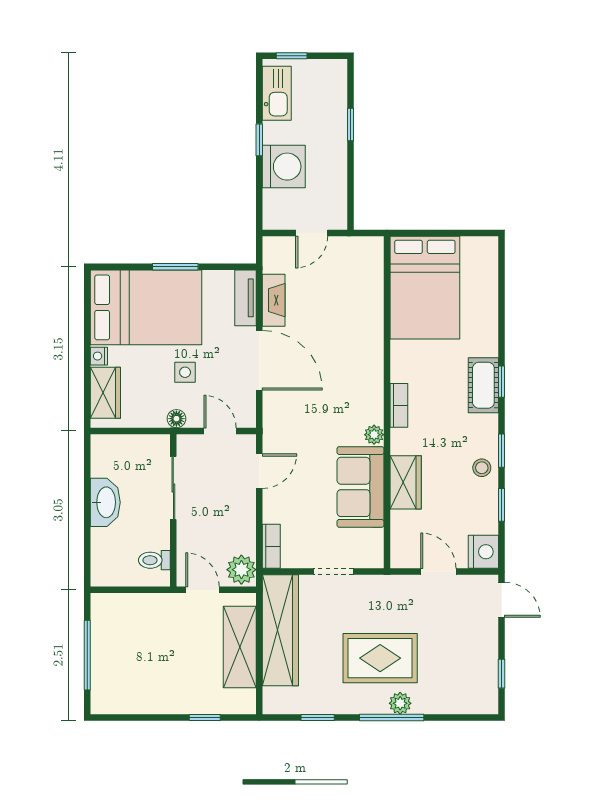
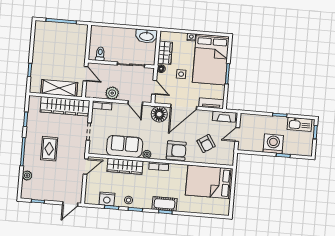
washing machine: (284, 167) -> (273, 144), moved, turned 180
door: (312, 233) -> (237, 134), hinge flipped
fireplace: (274, 300) -> (224, 117), moved
armchair: (338, 302) -> (206, 144), added
armchair: (360, 369) -> (176, 151), added
wardrobe: (105, 393) -> (165, 53), moved, turned -90
floor lamp: (280, 414) -> (159, 114), added
door: (220, 431) -> (154, 87), hinge flipped
wardrobe: (406, 482) -> (125, 166), width x1.50
washbasin: (105, 502) -> (146, 36), moved
nightstand: (483, 552) -> (107, 199), moved
plant: (241, 570) -> (112, 93), moved
door: (438, 572) -> (86, 166), moved
door: (202, 590) -> (85, 74), hinge flipped
rug: (380, 658) -> (49, 149), width x0.73, depth x0.70
plant: (400, 703) -> (27, 175), moved

